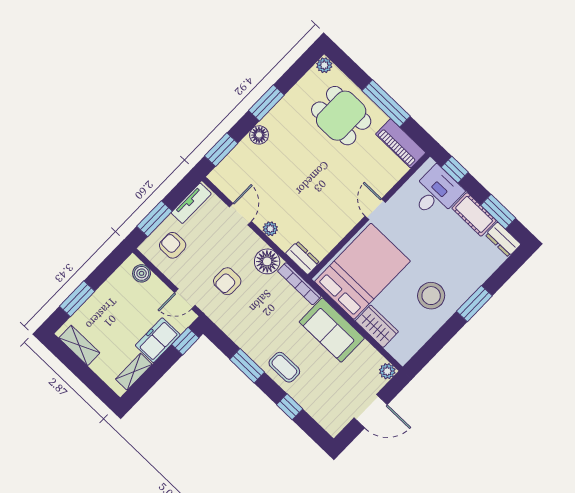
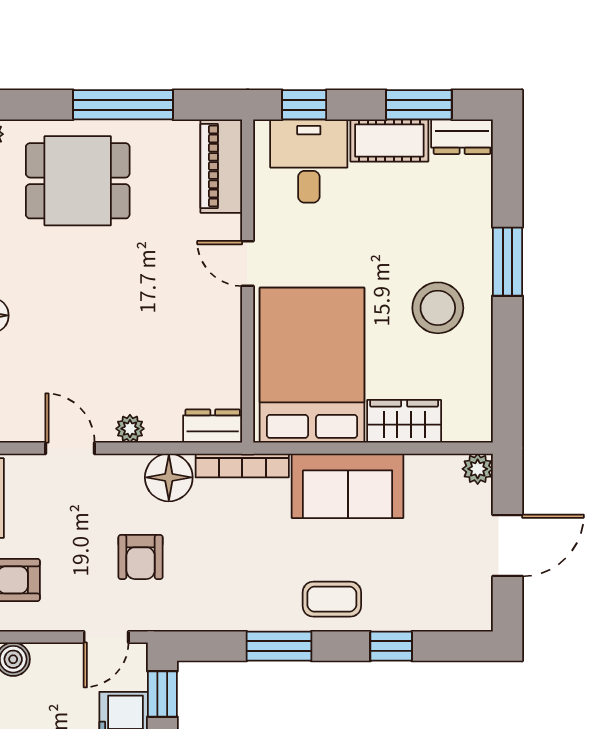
piano: (401, 143) -> (221, 166), moved, turned 90

